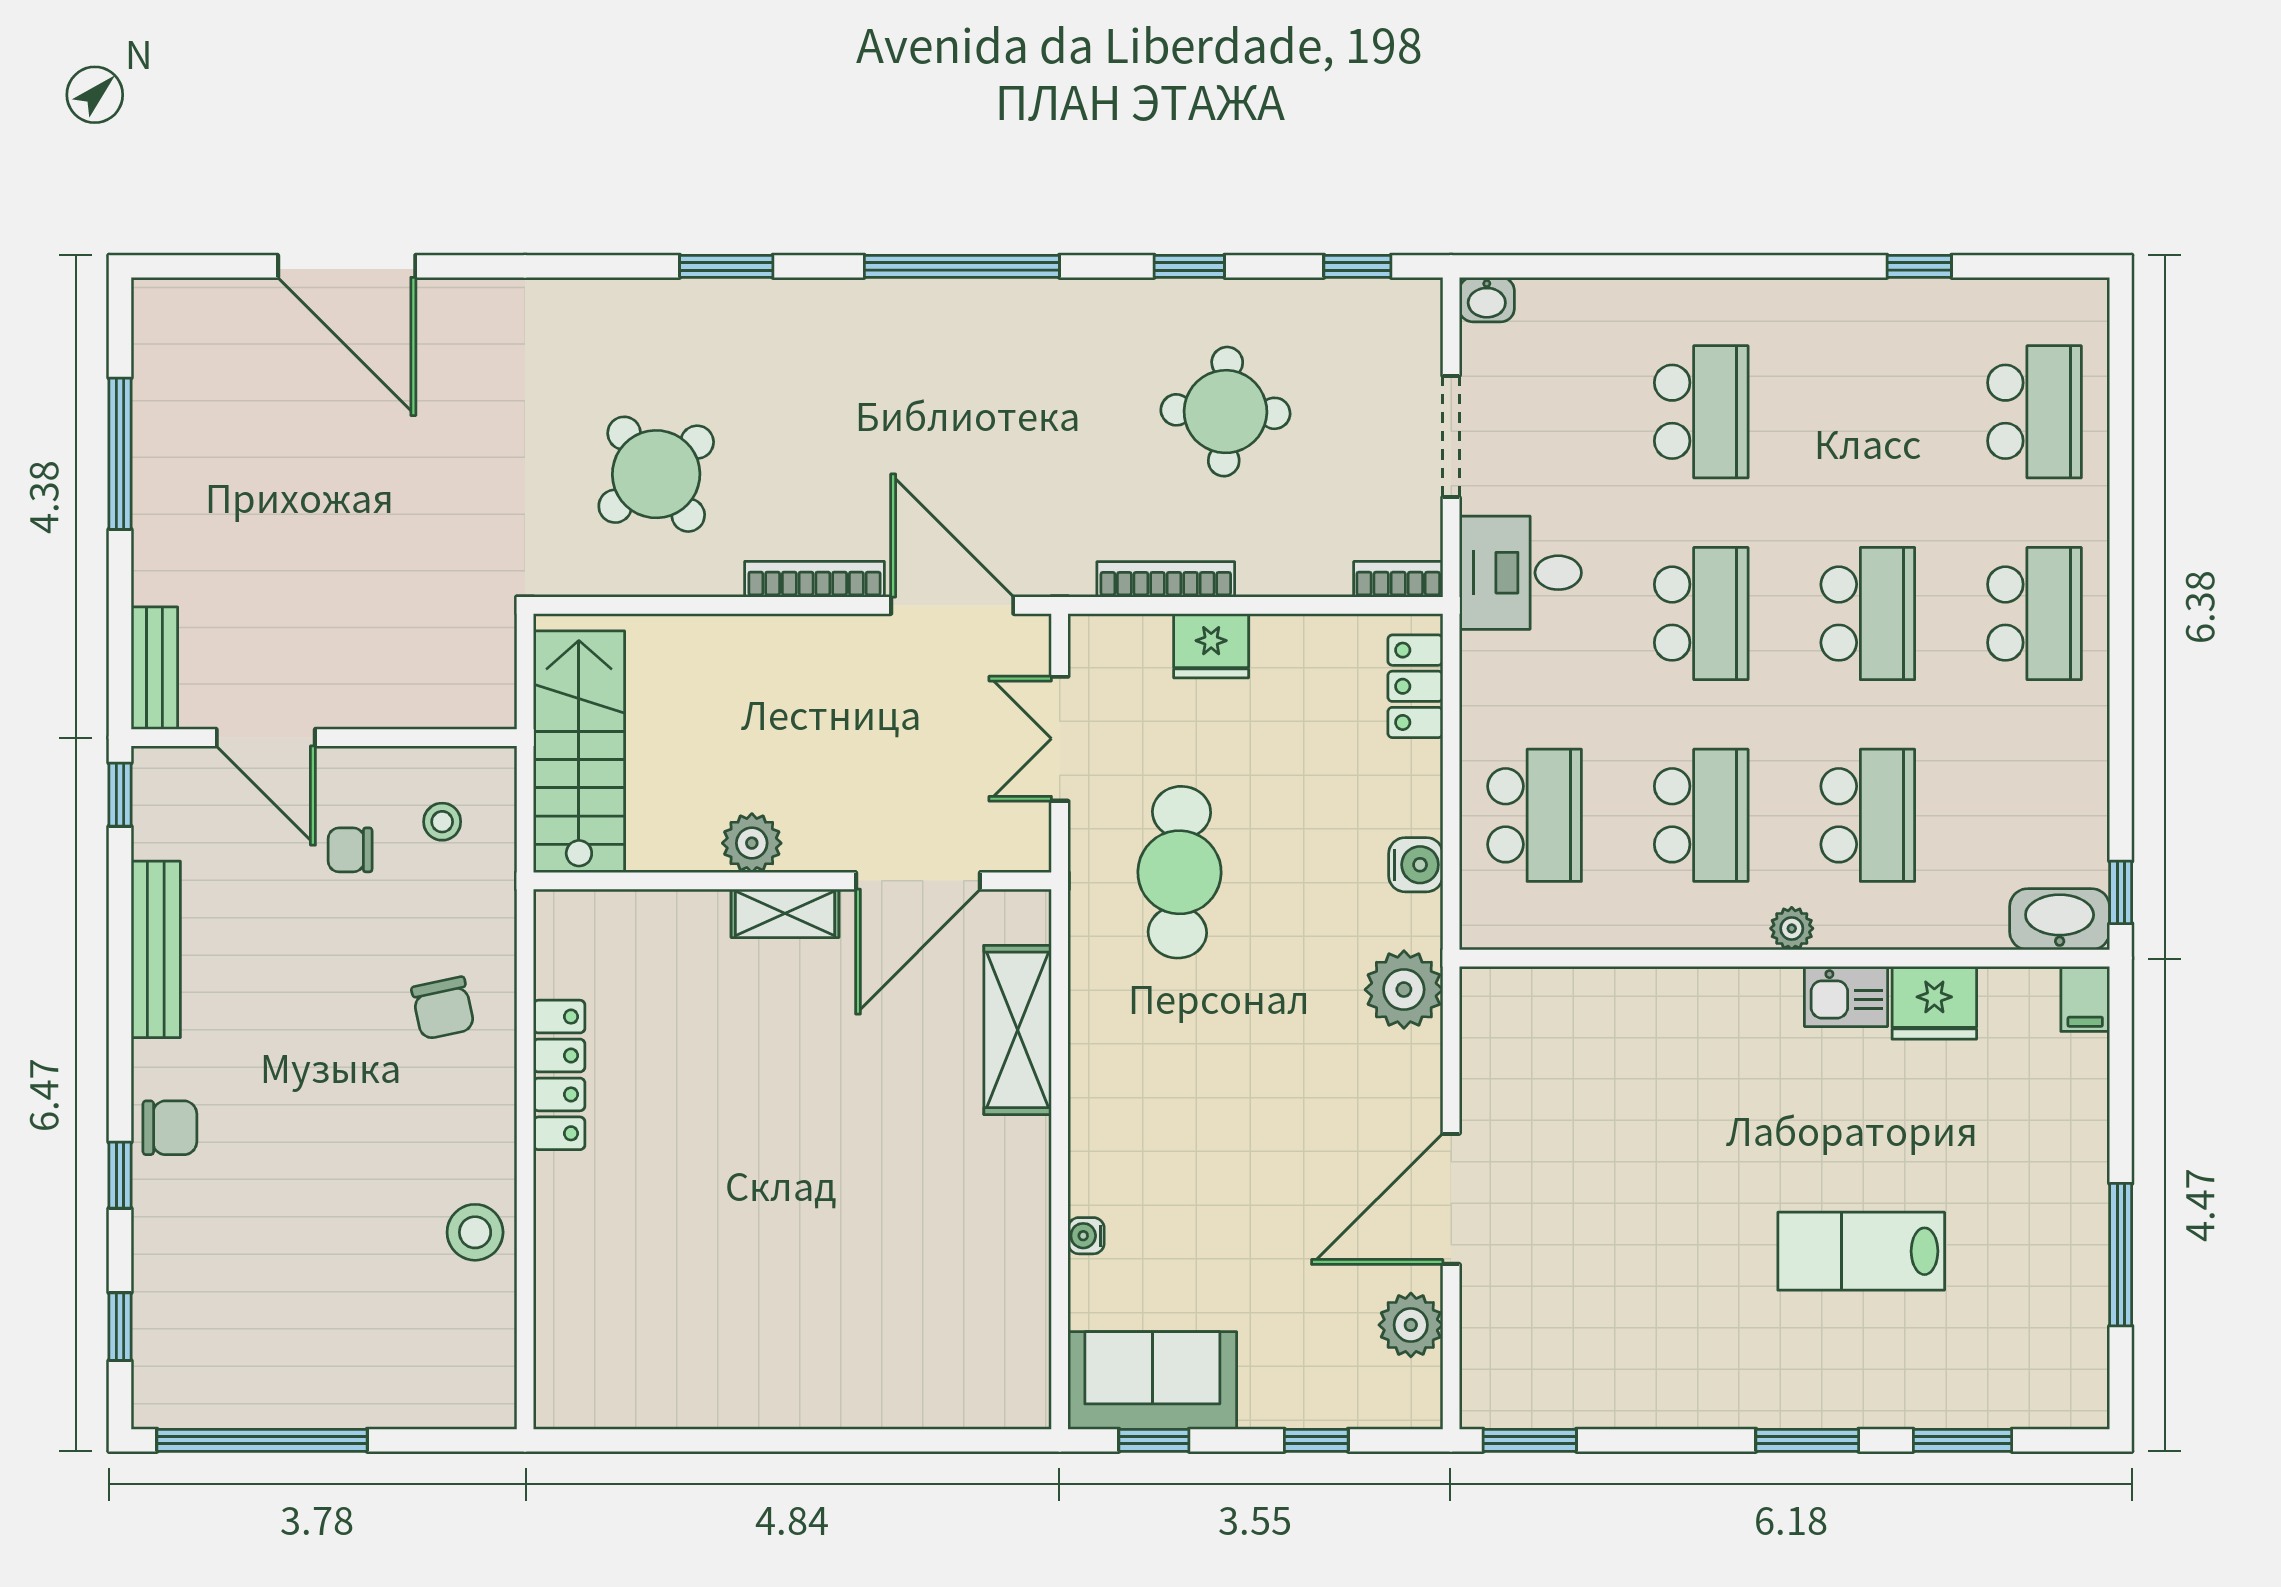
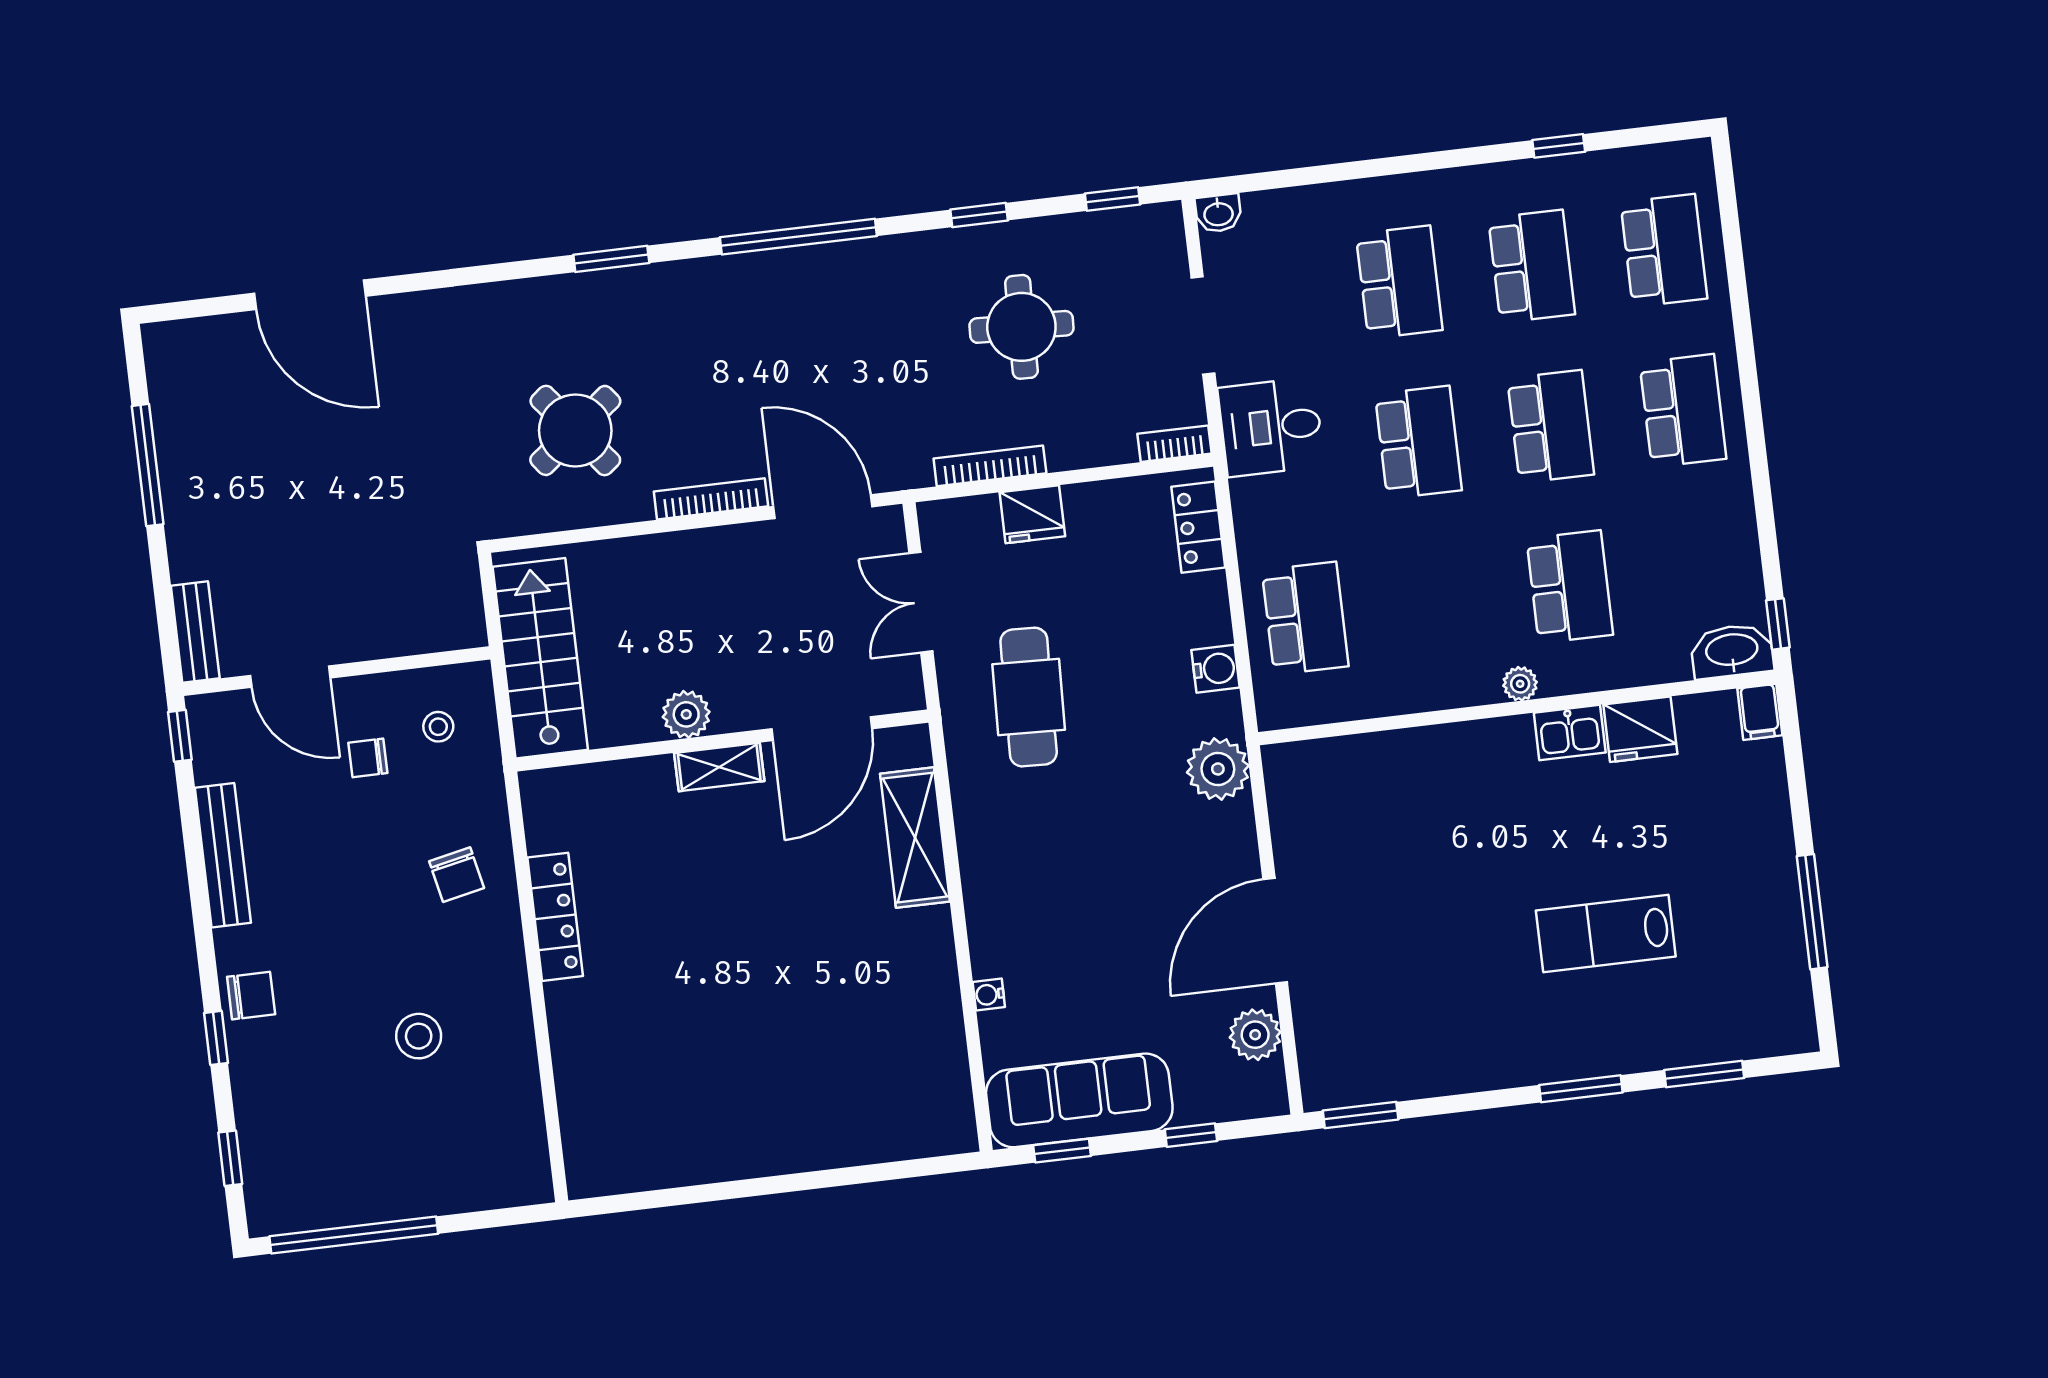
school desk: (1701, 815) -> (1532, 266), moved
stool: (475, 1232) -> (419, 1036), moved
sofa: (1152, 1380) -> (1079, 1100), width x1.36

